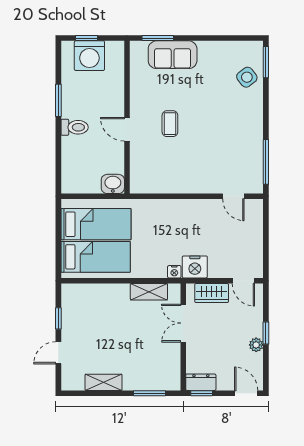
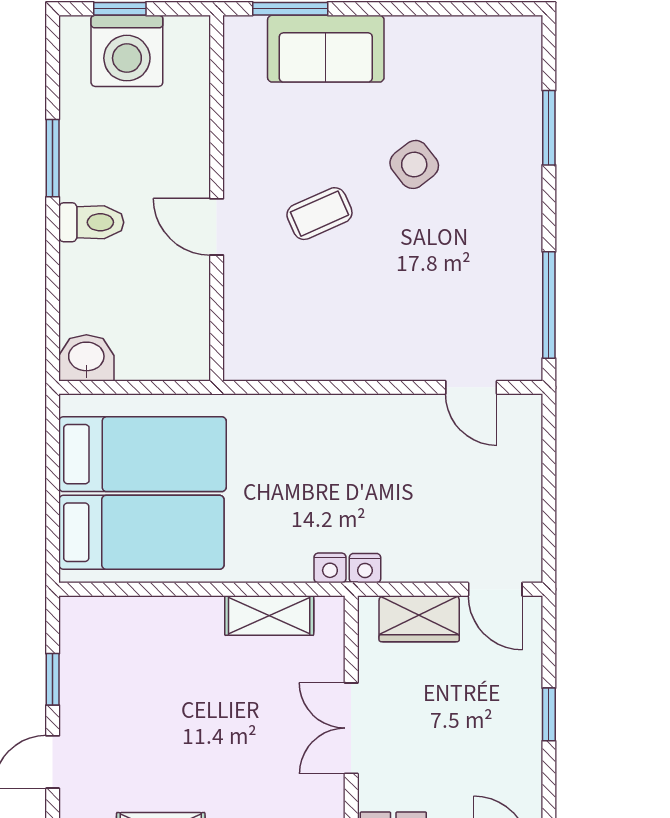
window: (266, 62) -> (549, 128), moved
side table: (247, 77) -> (414, 164), moved
coffee table: (170, 124) -> (319, 214), turned 66
washbasin: (113, 184) -> (86, 358), moved
nightstand: (195, 267) -> (365, 568), width x0.53, depth x0.56
double door: (183, 323) -> (351, 728), moved
plant: (256, 345) -> (526, 743), removed

